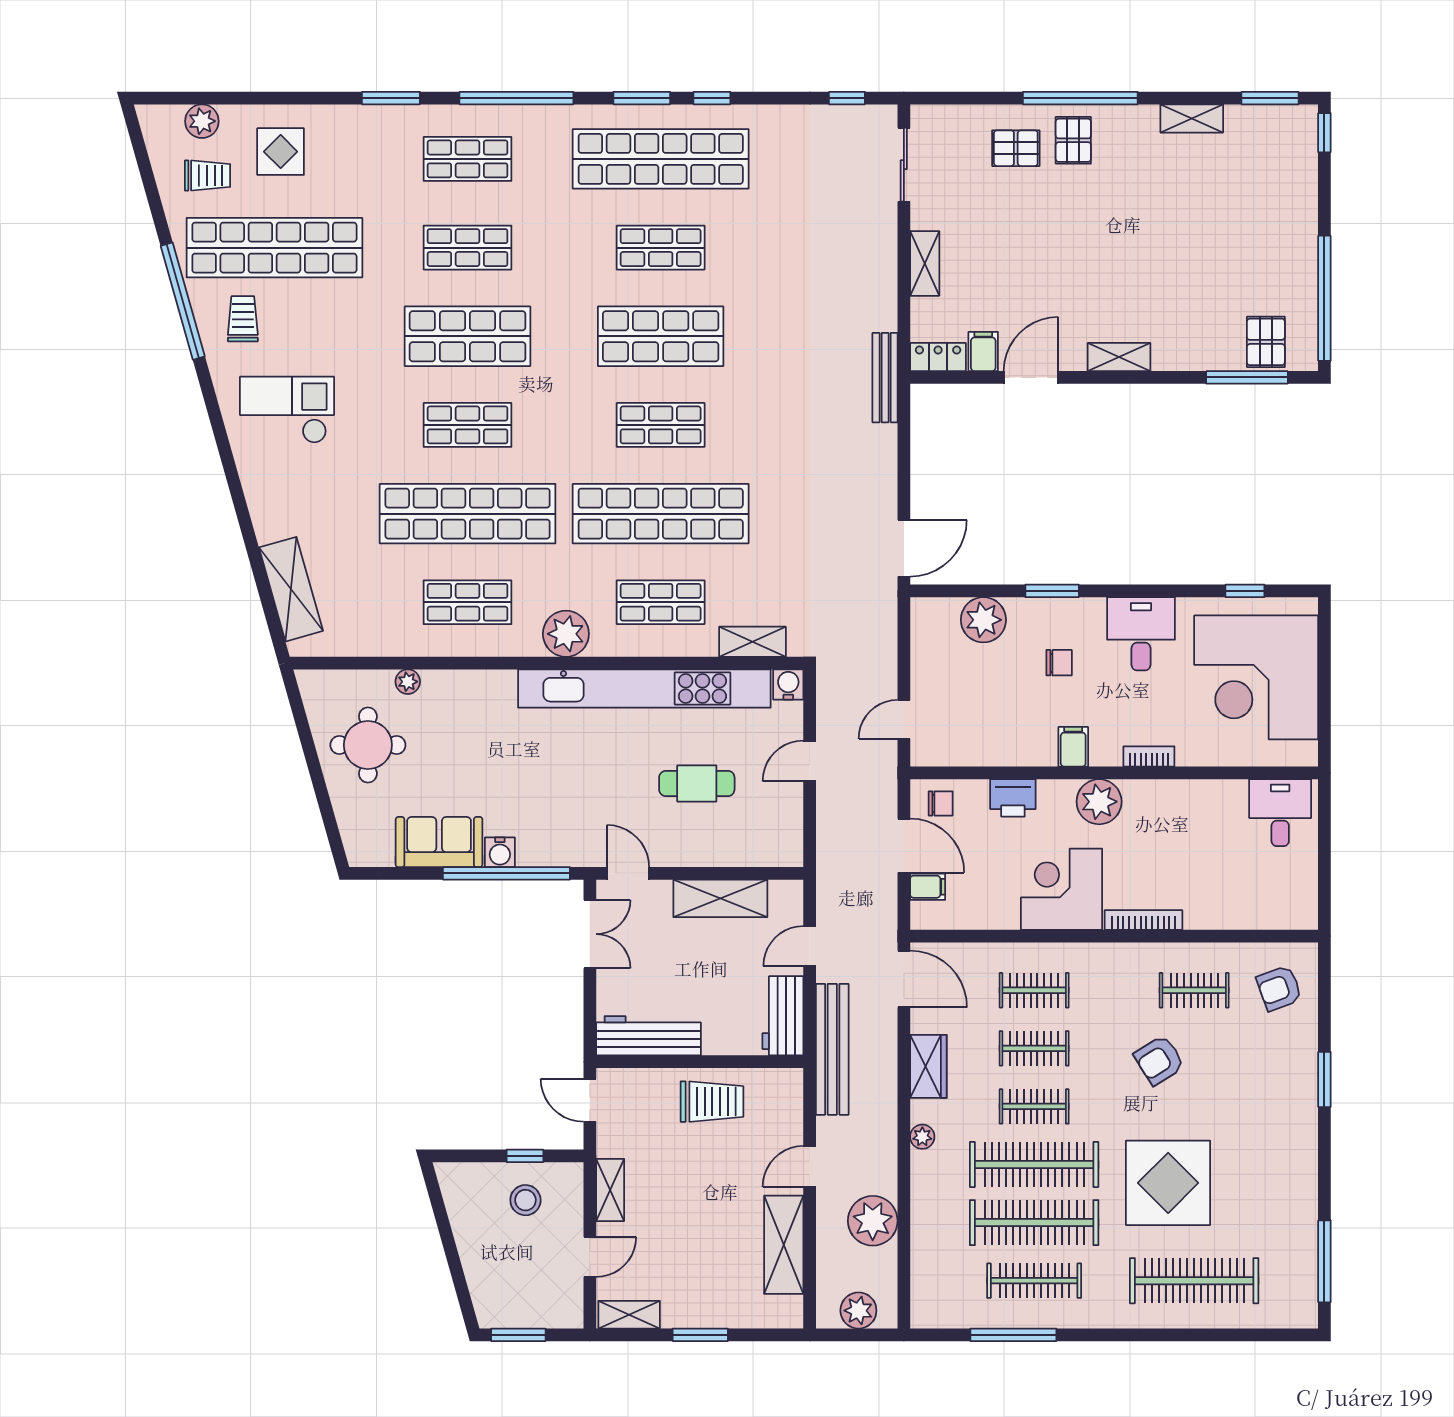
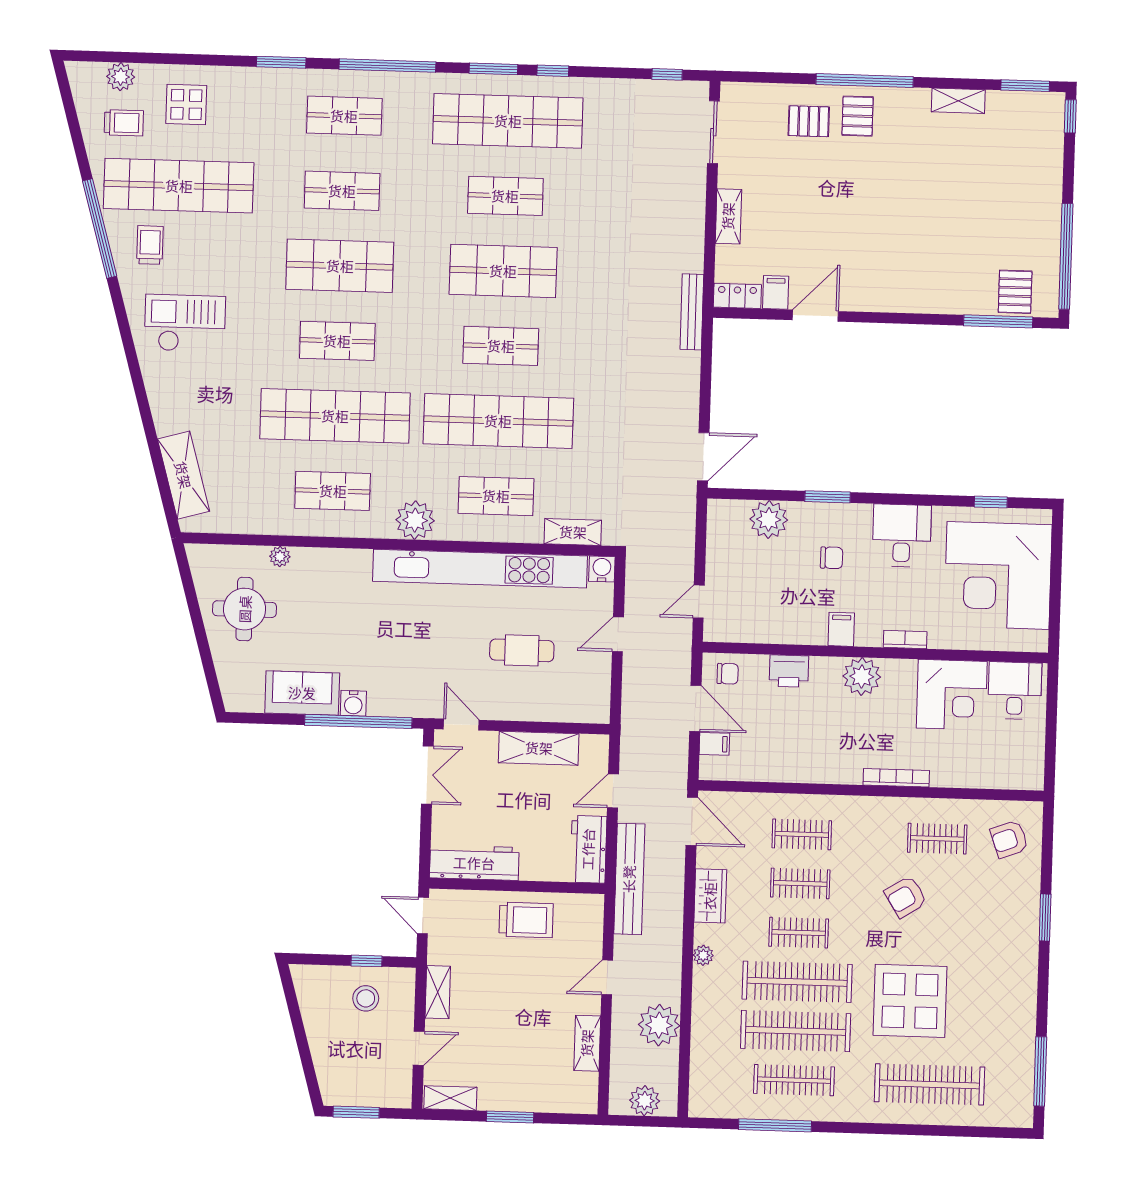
shelving: (1119, 357) -> (890, 301), removed
corner desk: (1062, 889) -> (952, 695), moved, turned 180
shelving: (784, 1245) -> (587, 1043), width x0.67, depth x0.75

